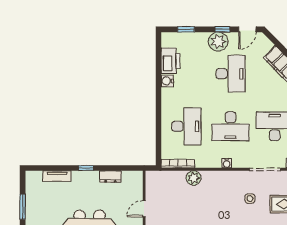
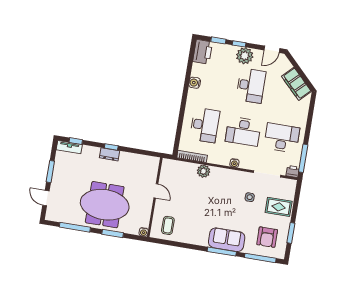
window: (222, 29) -> (239, 44), moved
printer: (171, 61) -> (203, 52), moved
window: (45, 168) -> (76, 141), added
tv unit: (57, 176) -> (69, 147), moved
dresser: (110, 177) -> (109, 154), moved
door: (144, 209) -> (156, 191), swing flipped

